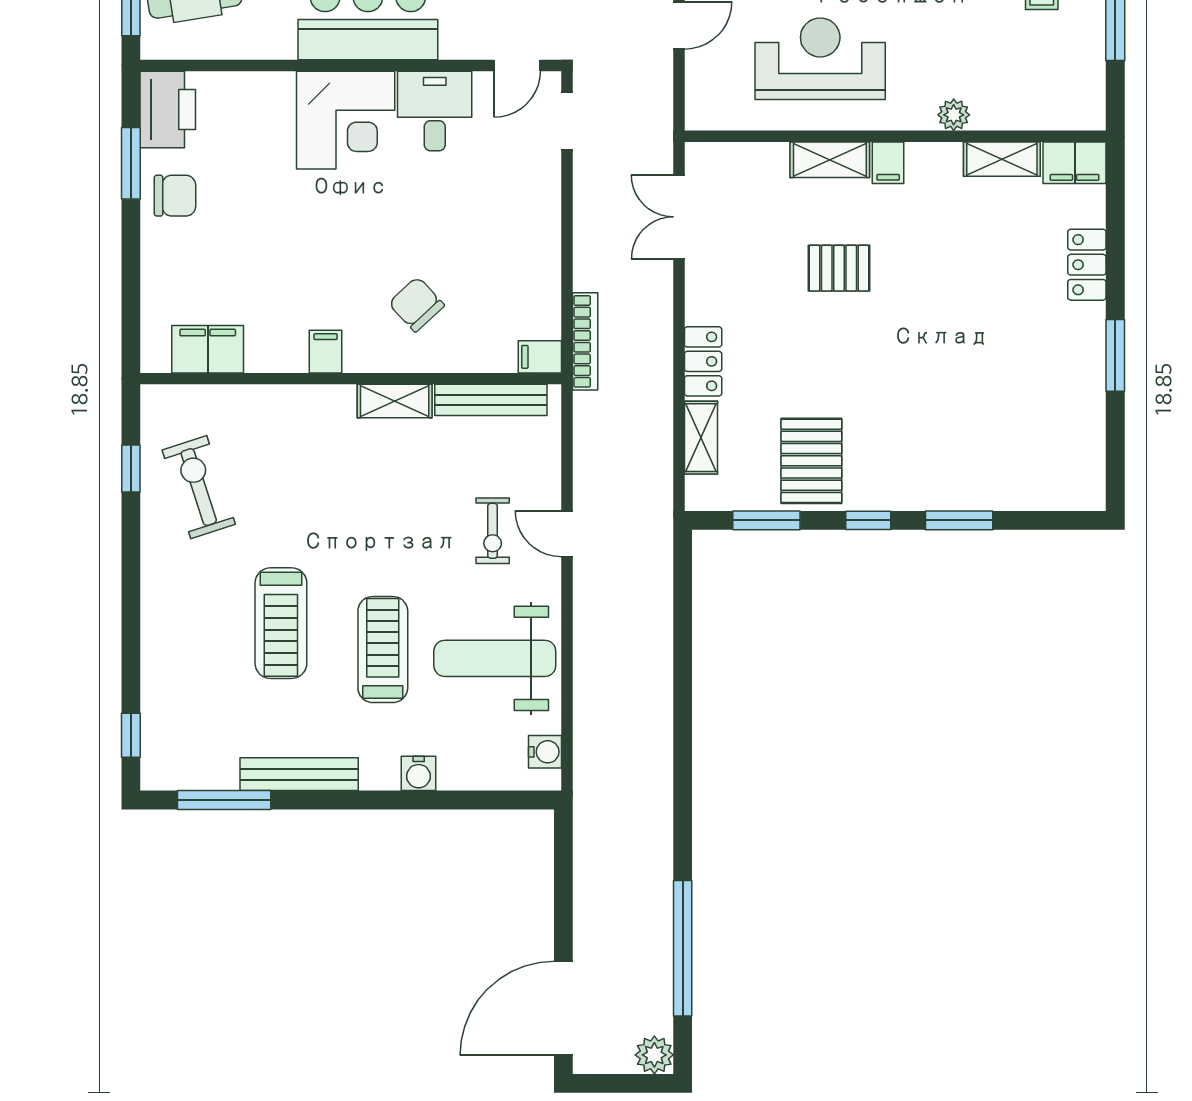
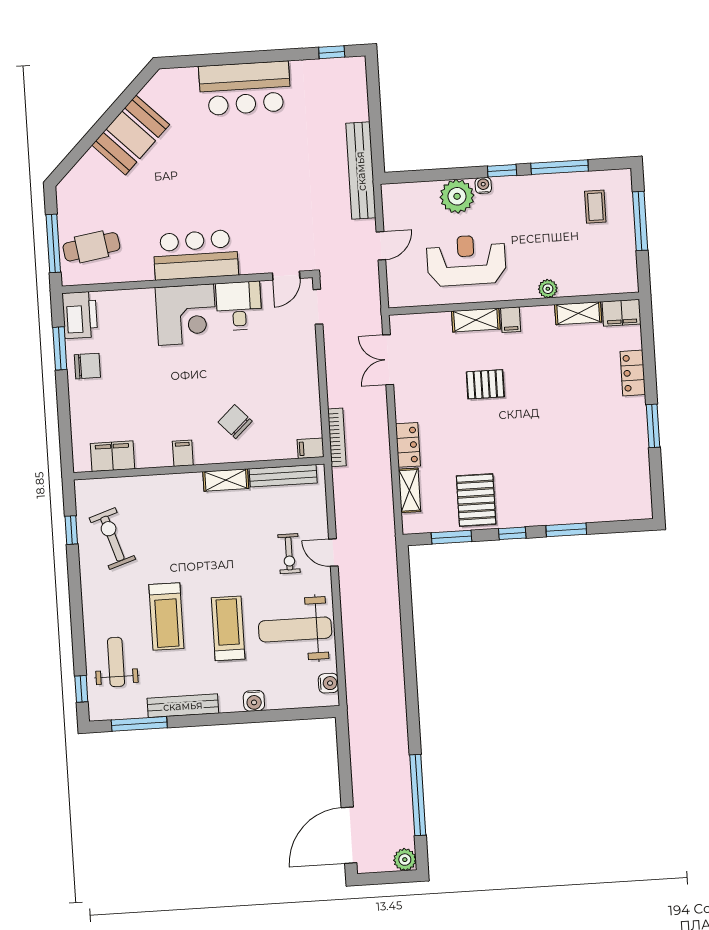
weight bench: (192, 694) -> (116, 662), added

